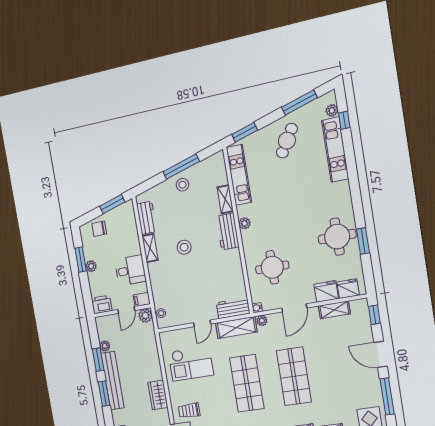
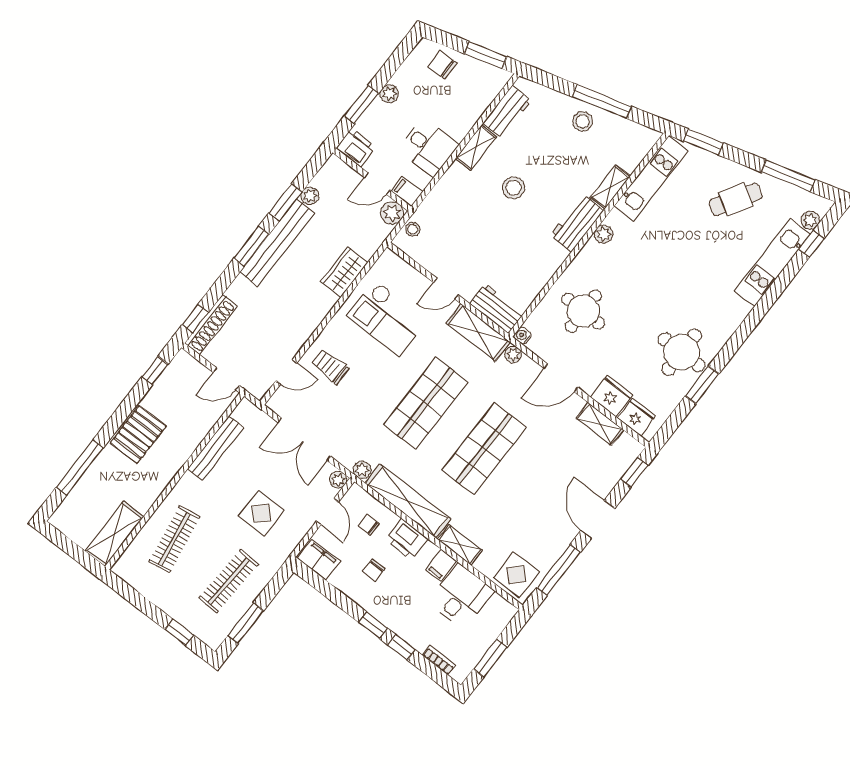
window: (81, 259) -> (361, 105), moved
wardrobe: (158, 395) -> (344, 272), moved

